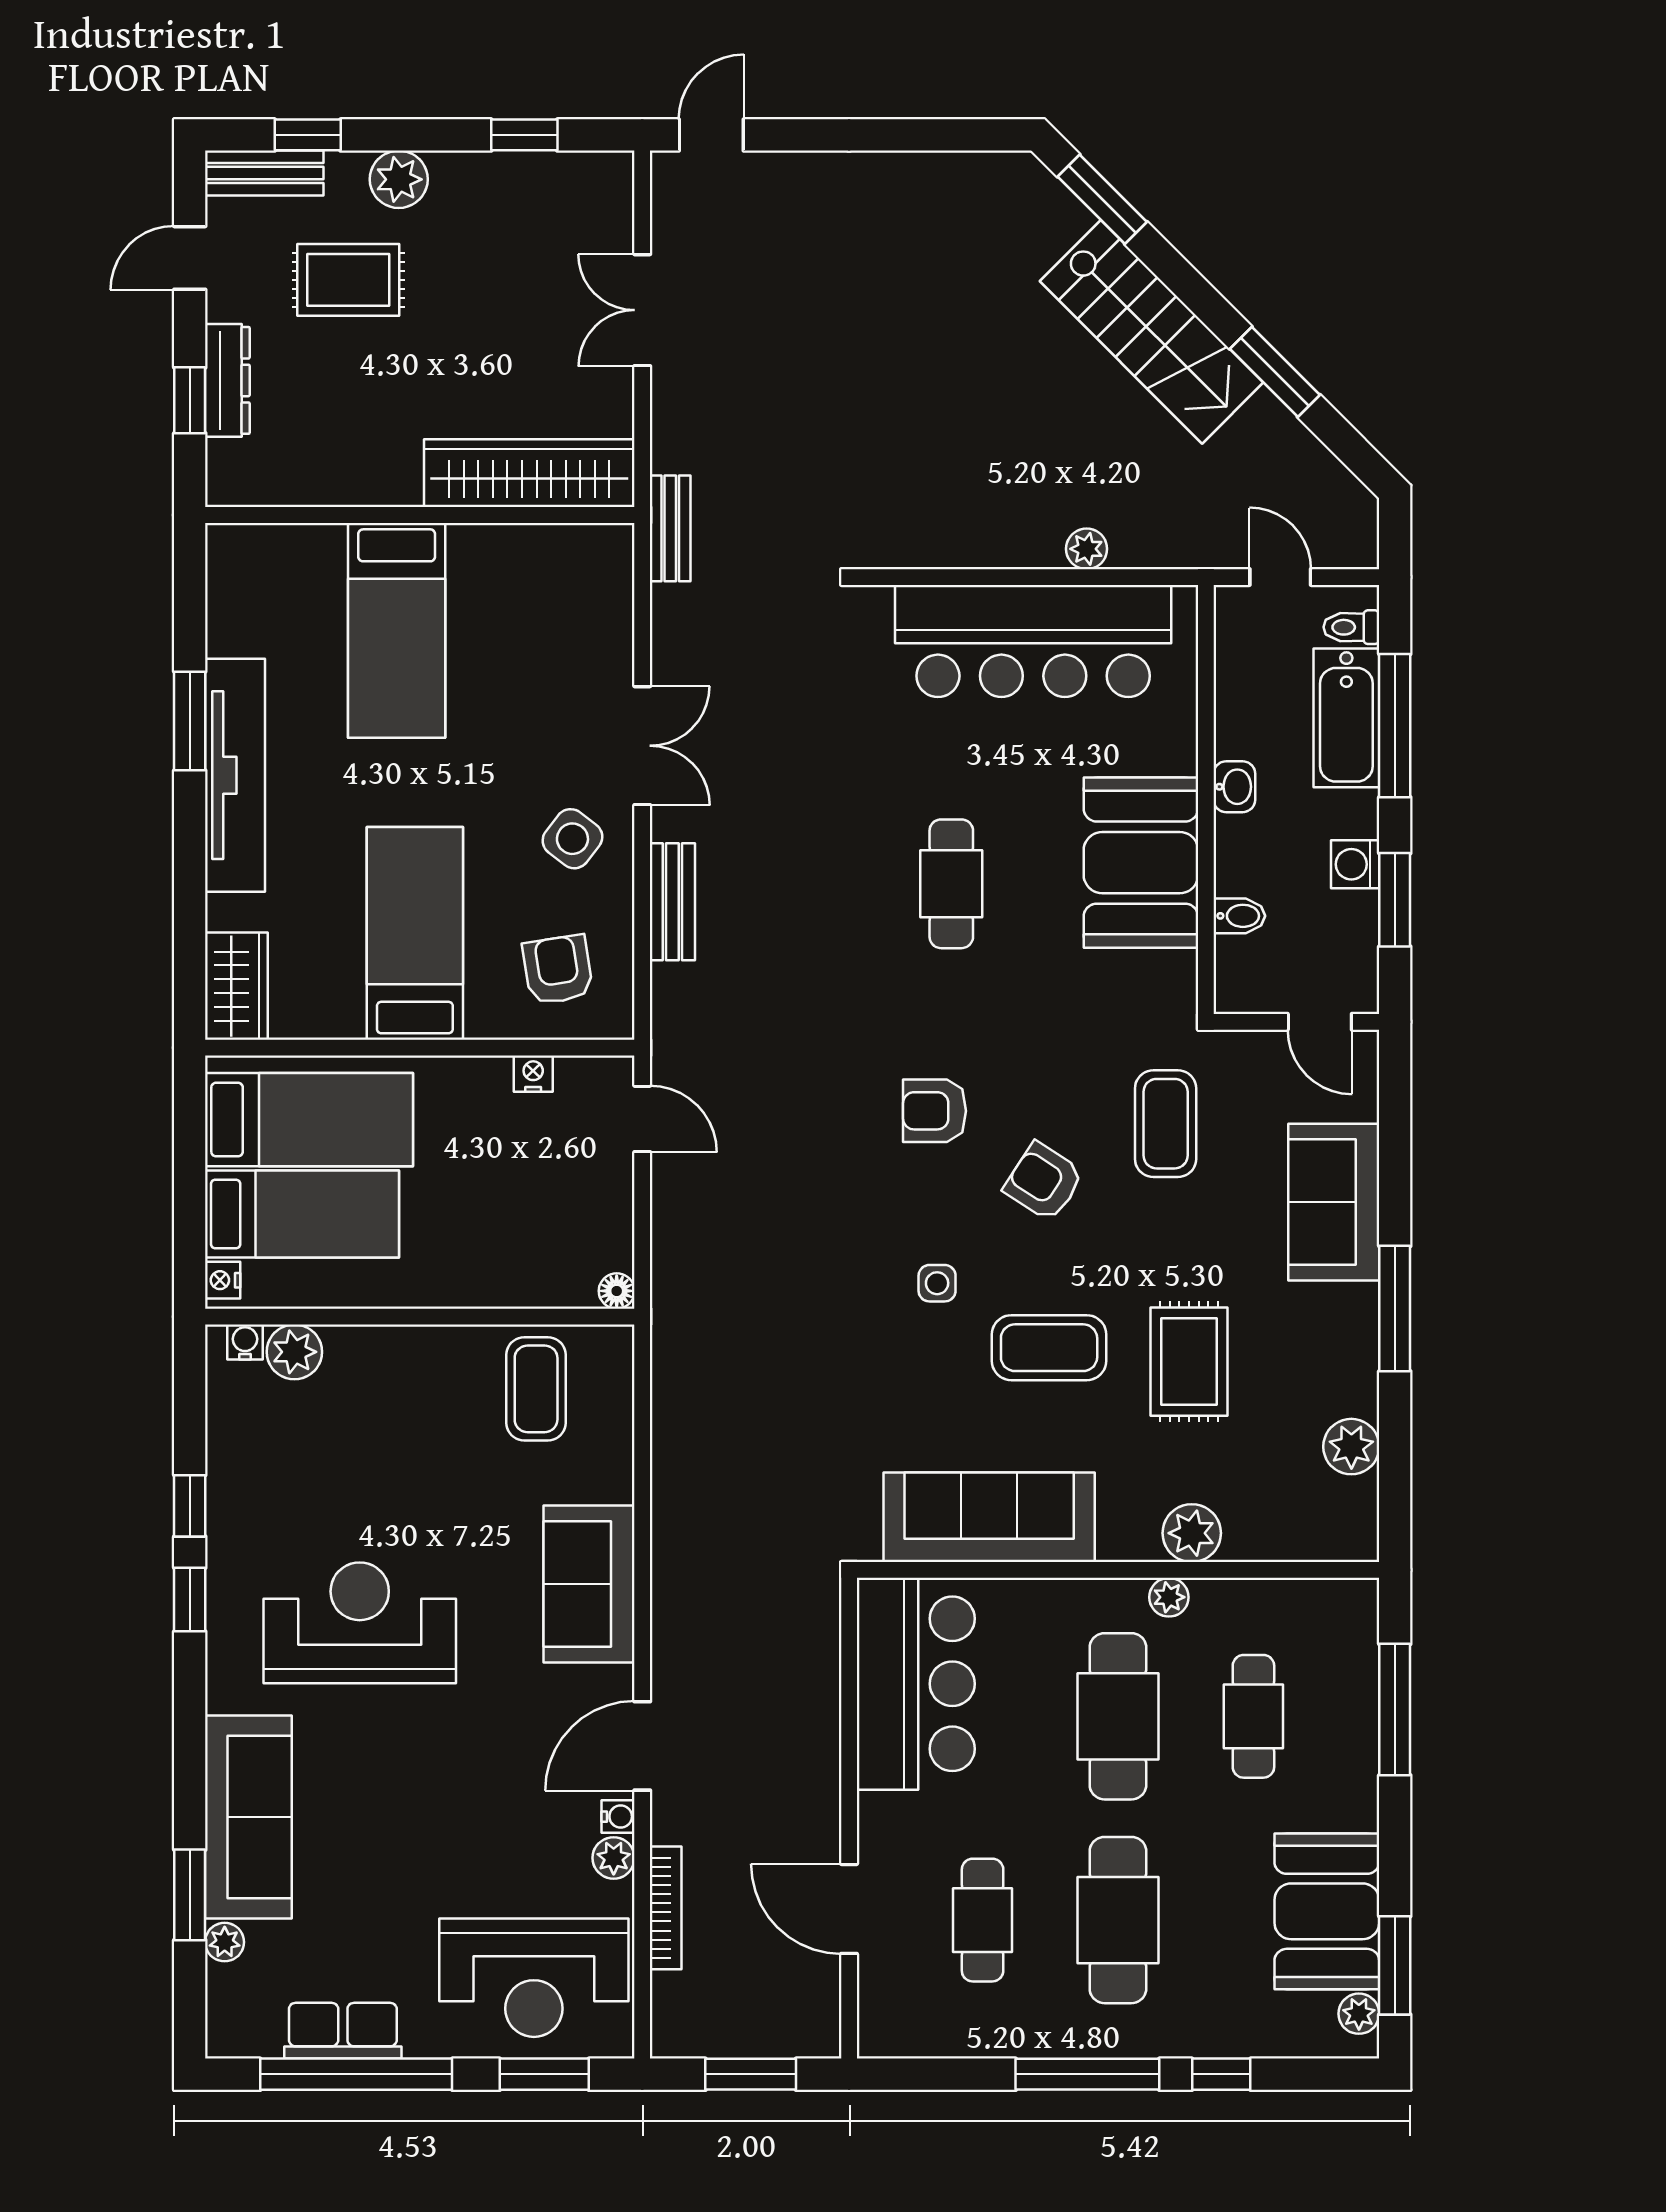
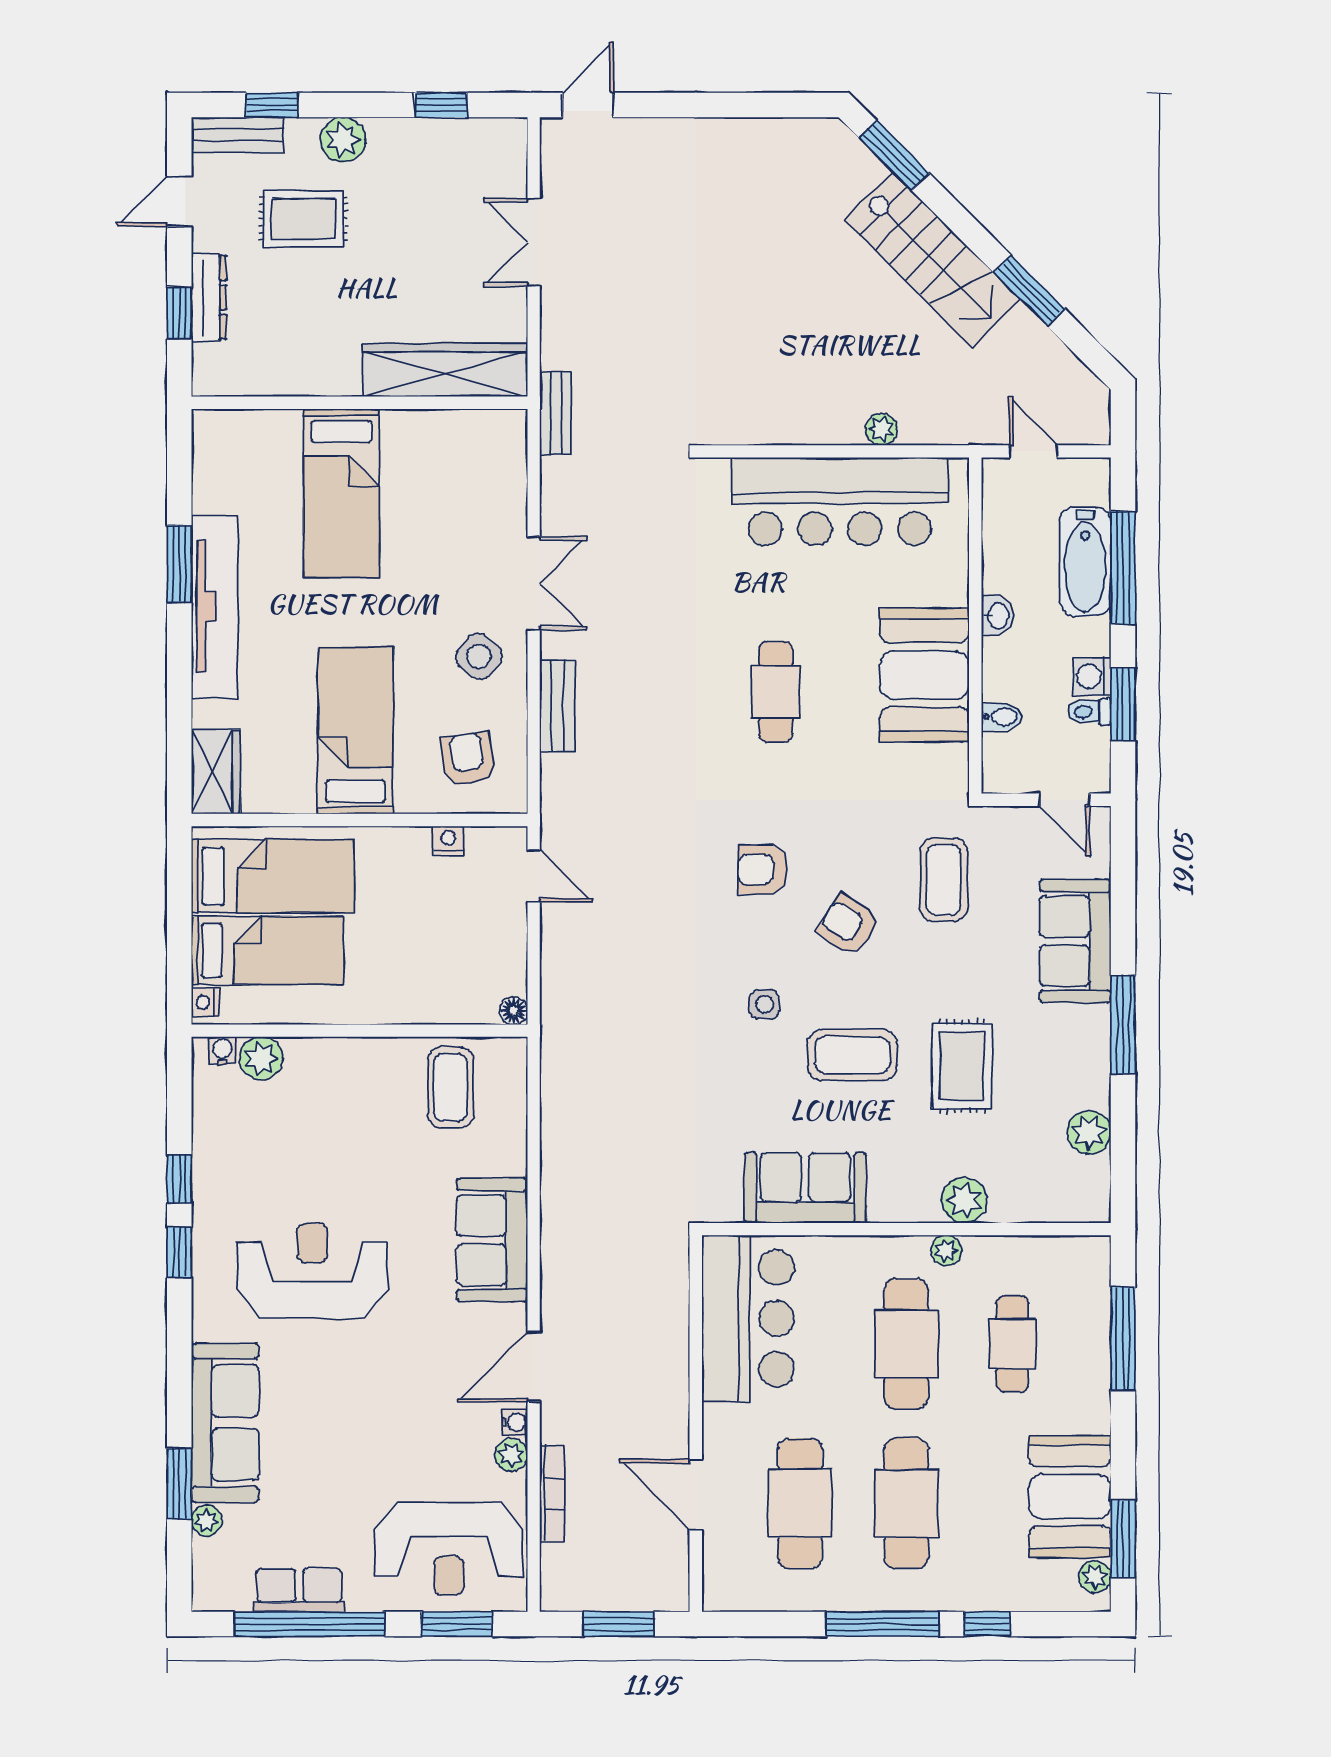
toilet: (1351, 627) -> (1089, 712), moved
sofa: (989, 1517) -> (805, 1188), width x0.73
cafe table: (983, 1920) -> (800, 1503), width x1.37, depth x1.35

